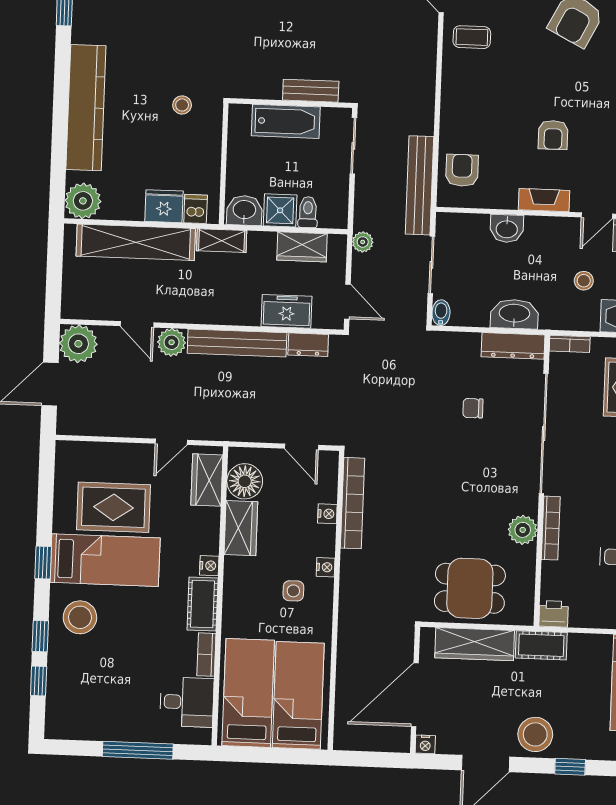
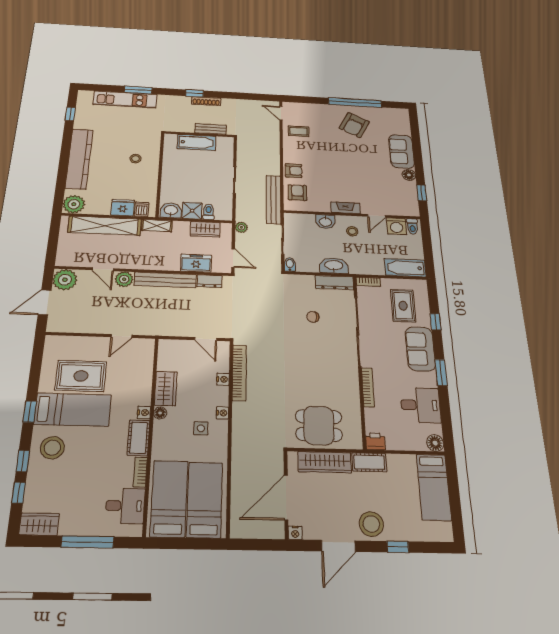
bench: (311, 91) -> (210, 129), moved
wall: (290, 103) -> (199, 134), moved
bathtub: (286, 121) -> (197, 142), moved
armchair: (553, 135) -> (294, 171), moved, turned -90
stool: (584, 281) -> (352, 231), moved
wardrobe: (207, 480) -> (39, 524), moved, turned 90
floor lamp: (245, 481) -> (160, 413), moved, width x0.53, depth x0.53
plant: (523, 530) -> (350, 389), removed

